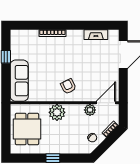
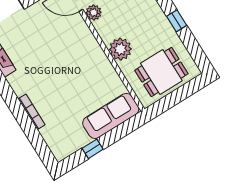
armchair: (68, 86) -> (82, 55), removed

